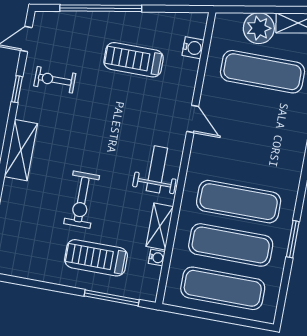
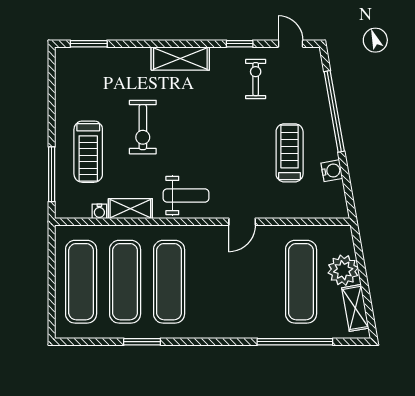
water cooler: (193, 48) -> (332, 171), moved, turned -100
exercise bike: (82, 200) -> (143, 127), turned -90
treadmill: (96, 258) -> (88, 152), turned 180

